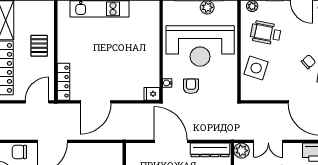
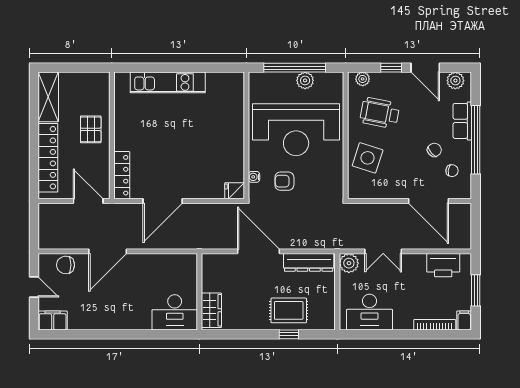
armchair: (191, 86) -> (284, 181), turned -90
door: (37, 102) -> (88, 201), hinge flipped

